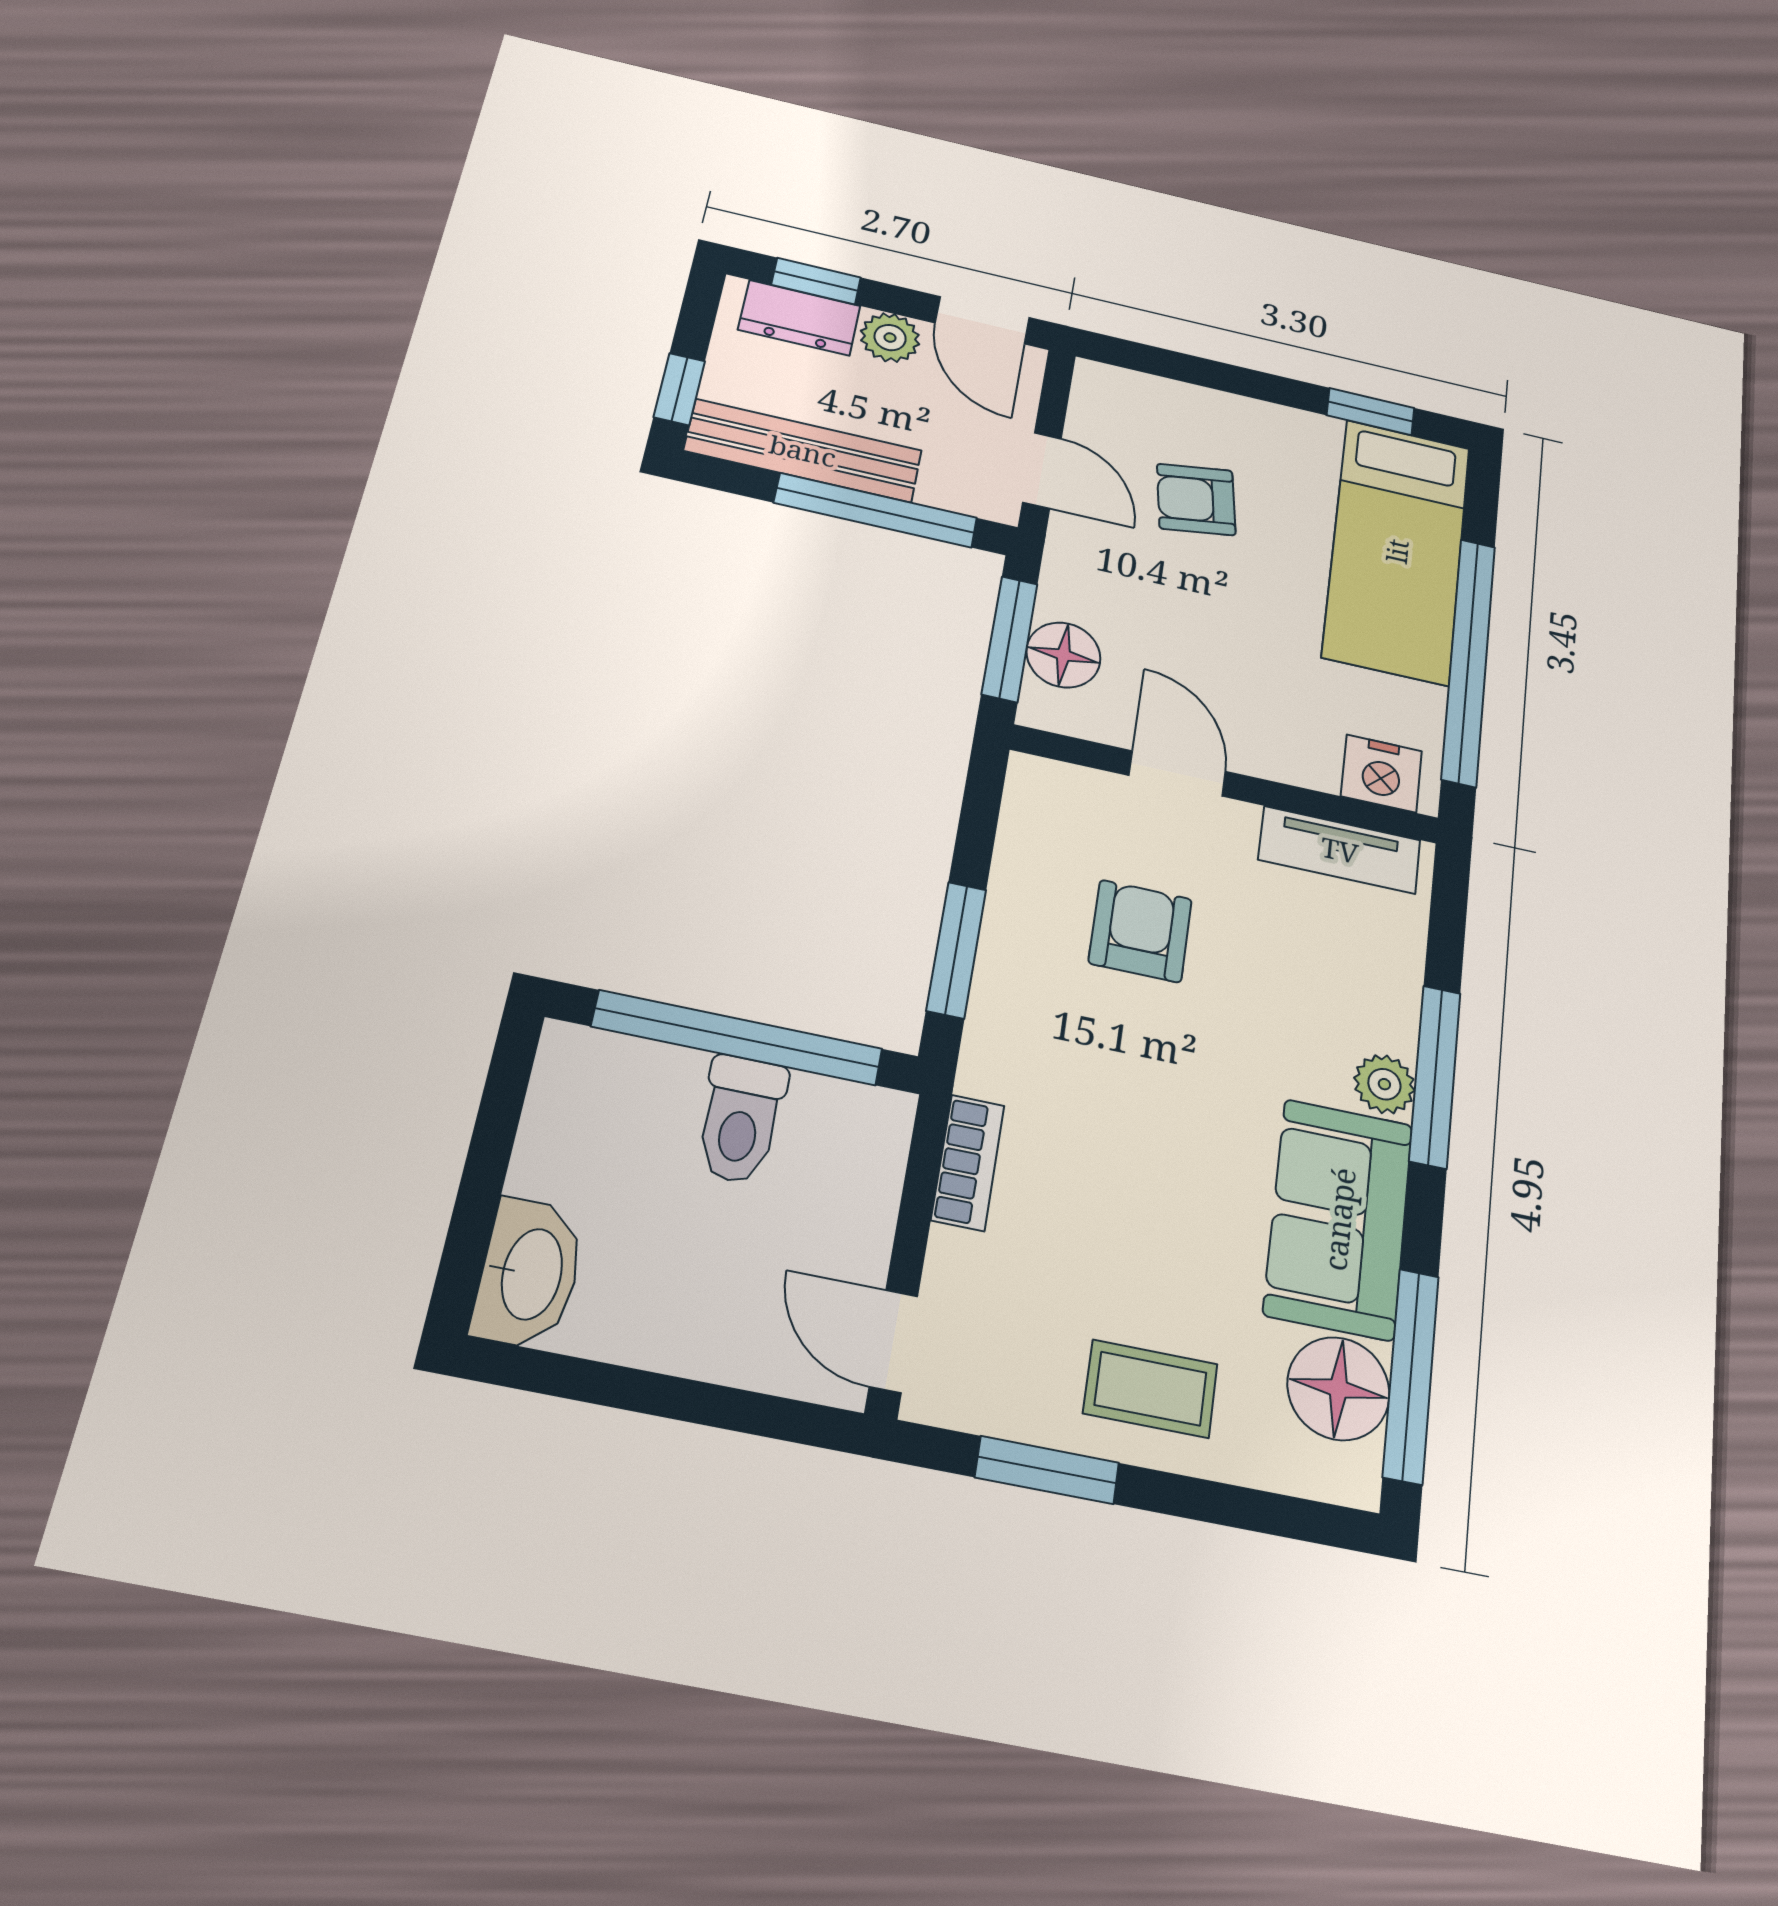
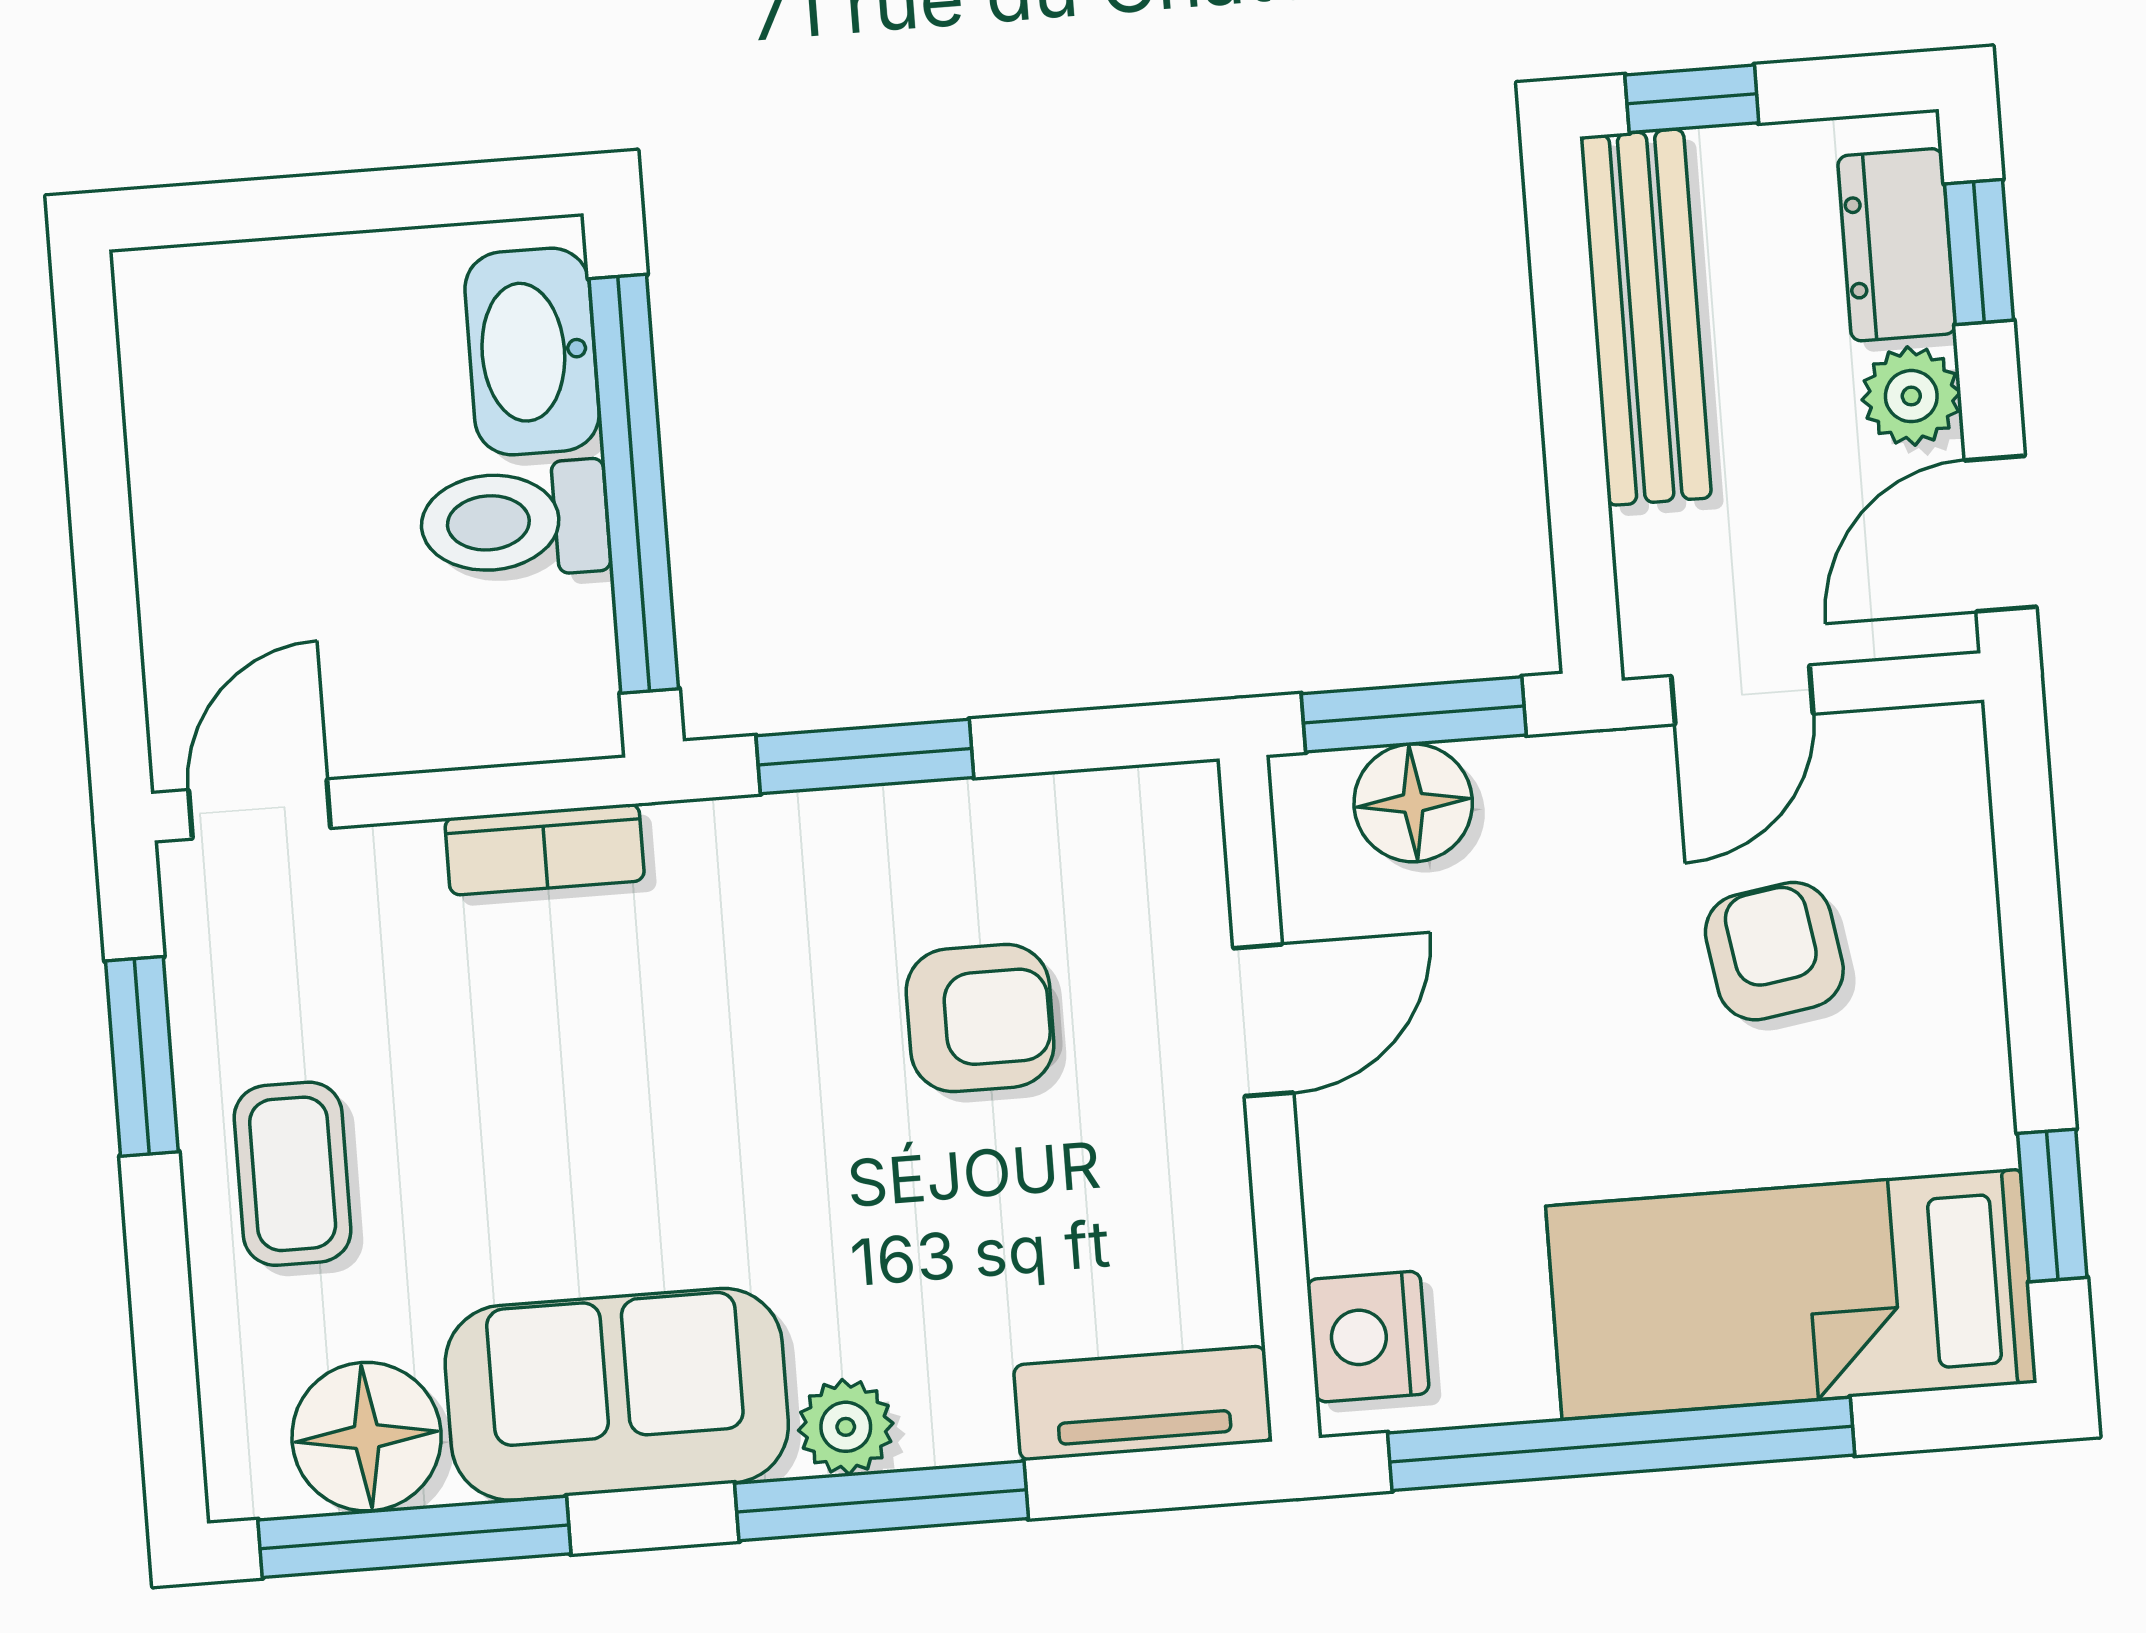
window: (876, 510) -> (1575, 455), removed
tv unit: (1340, 850) -> (1143, 1403), moved, turned 90
washbasin: (529, 1274) -> (532, 352), moved, turned 90

